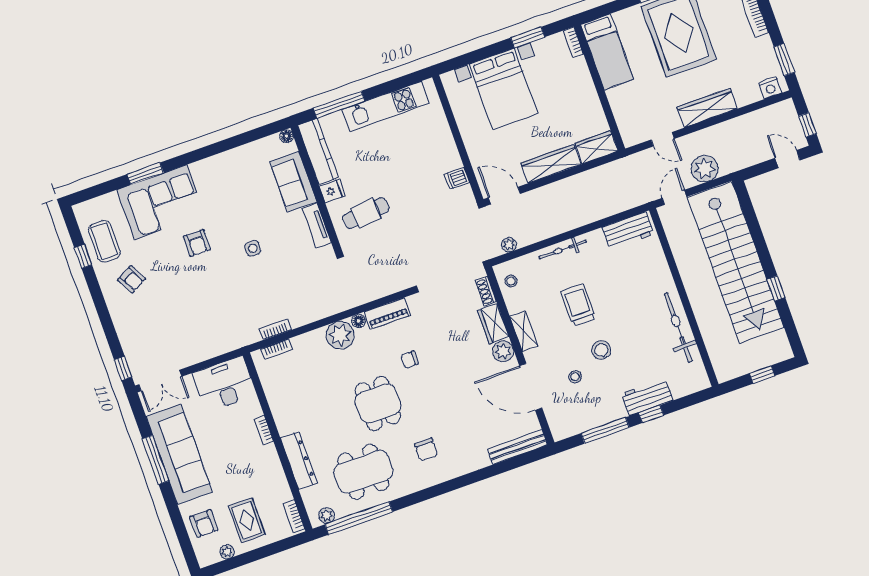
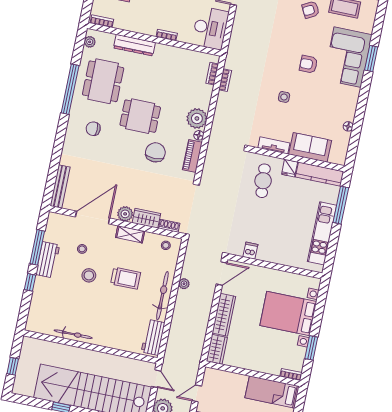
floor lamp: (286, 136) -> (348, 126), moved
plant: (509, 245) -> (184, 284), moved
bicycle: (563, 249) -> (162, 296), width x1.37, depth x1.40
bicycle: (678, 328) -> (73, 334), width x0.73, depth x0.71
chair: (410, 360) -> (155, 152), width x1.87, depth x1.87
workbench: (647, 397) -> (48, 260), moved
window: (359, 518) -> (70, 89), moved

